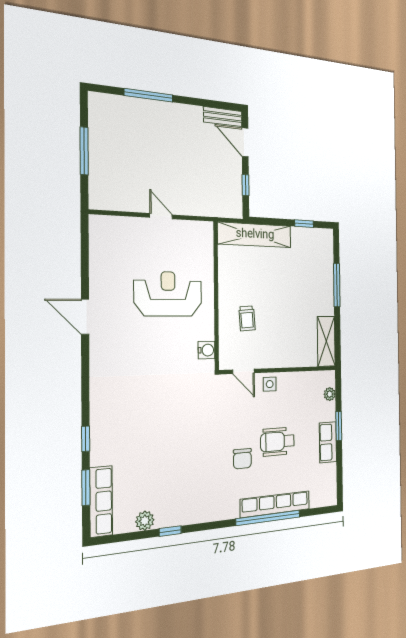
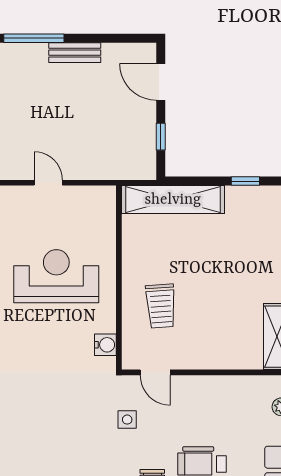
bench: (223, 117) -> (75, 53), moved
trolley: (247, 318) -> (161, 306), width x1.36, depth x1.39
side table: (270, 384) -> (127, 420), moved

